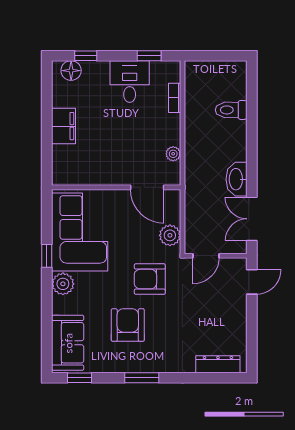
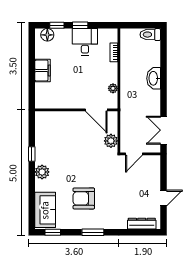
window: (149, 56) -> (80, 25), moved
toilet: (231, 110) -> (150, 35), moved
washbasin: (236, 179) -> (154, 78), moved
corner sofa: (80, 232) -> (53, 139), removed
armchair: (150, 279) -> (98, 169), removed
door: (252, 282) -> (164, 198), moved
armchair: (128, 325) -> (84, 198), turned -90

